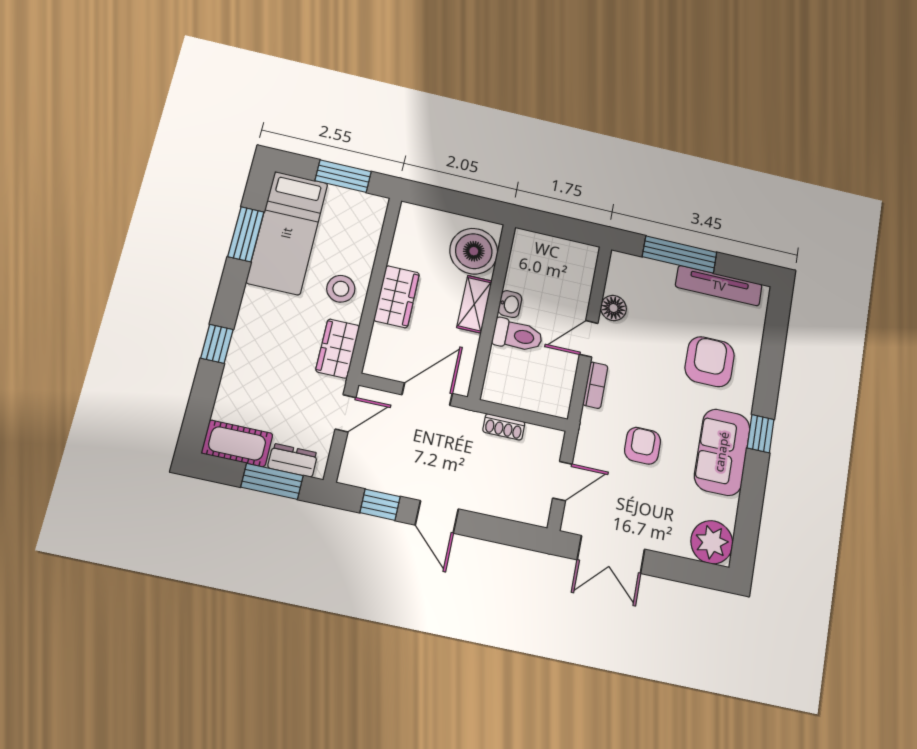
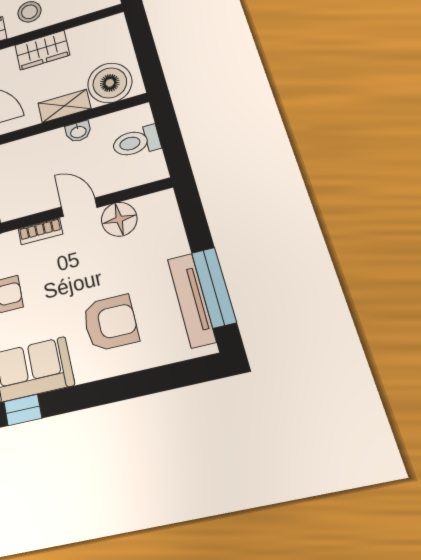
window: (680, 254) -> (214, 287), moved
floor lamp: (613, 308) -> (119, 219), width x1.38, depth x1.38
toilet: (517, 335) -> (136, 142), moved, turned 90
window: (761, 434) -> (23, 410), moved

